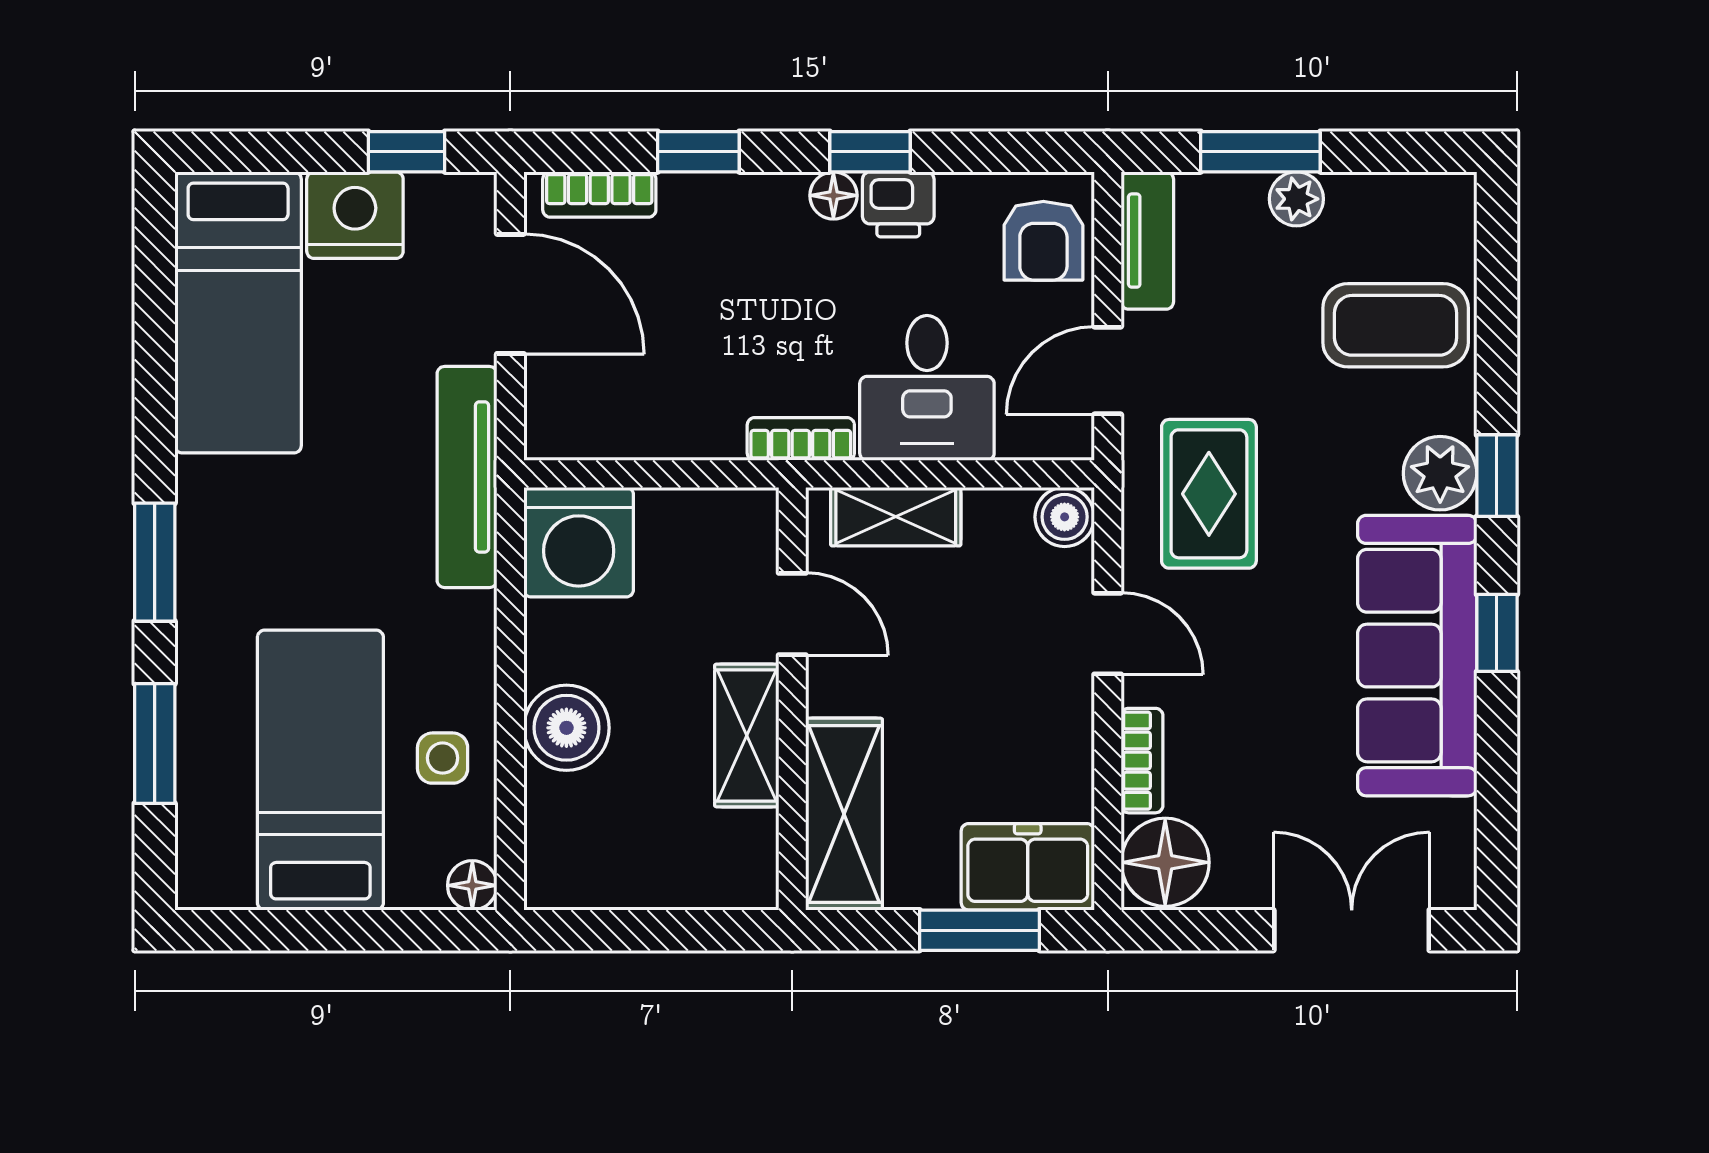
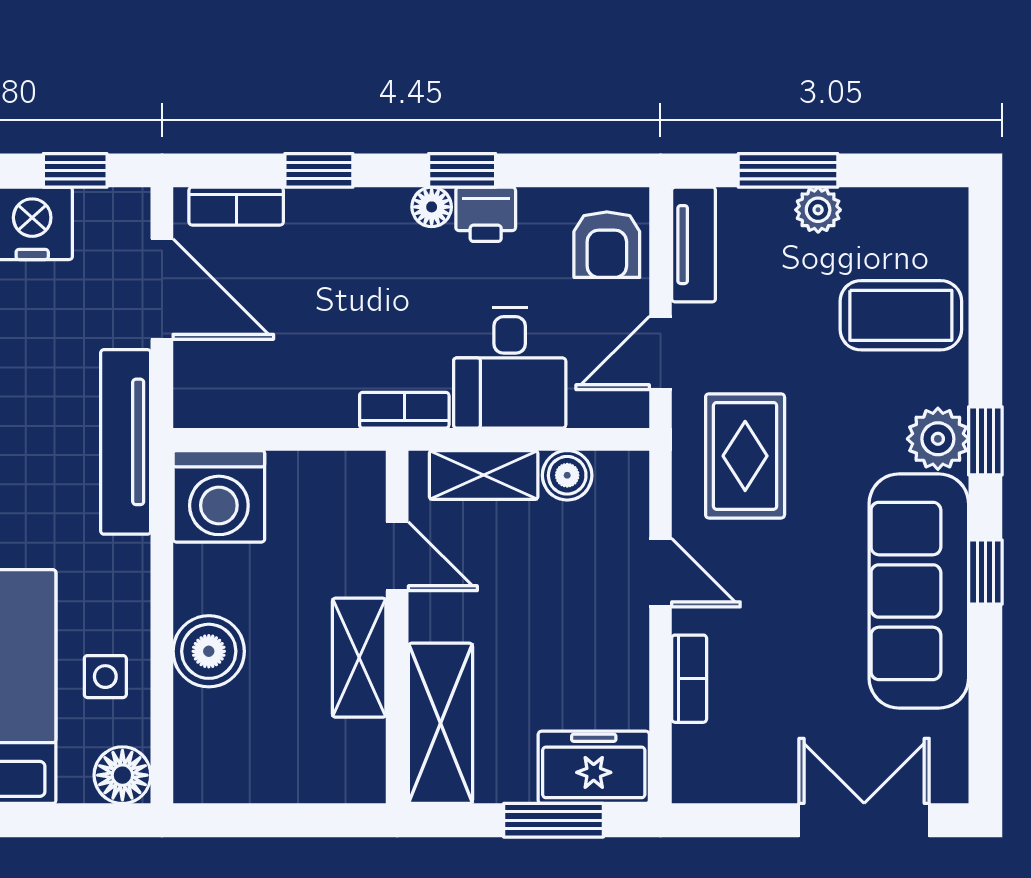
boiler: (1065, 517) -> (567, 475), moved
floor lamp: (1165, 862) -> (708, 764), removed
floor lamp: (472, 885) -> (122, 775), width x1.37, depth x1.37

